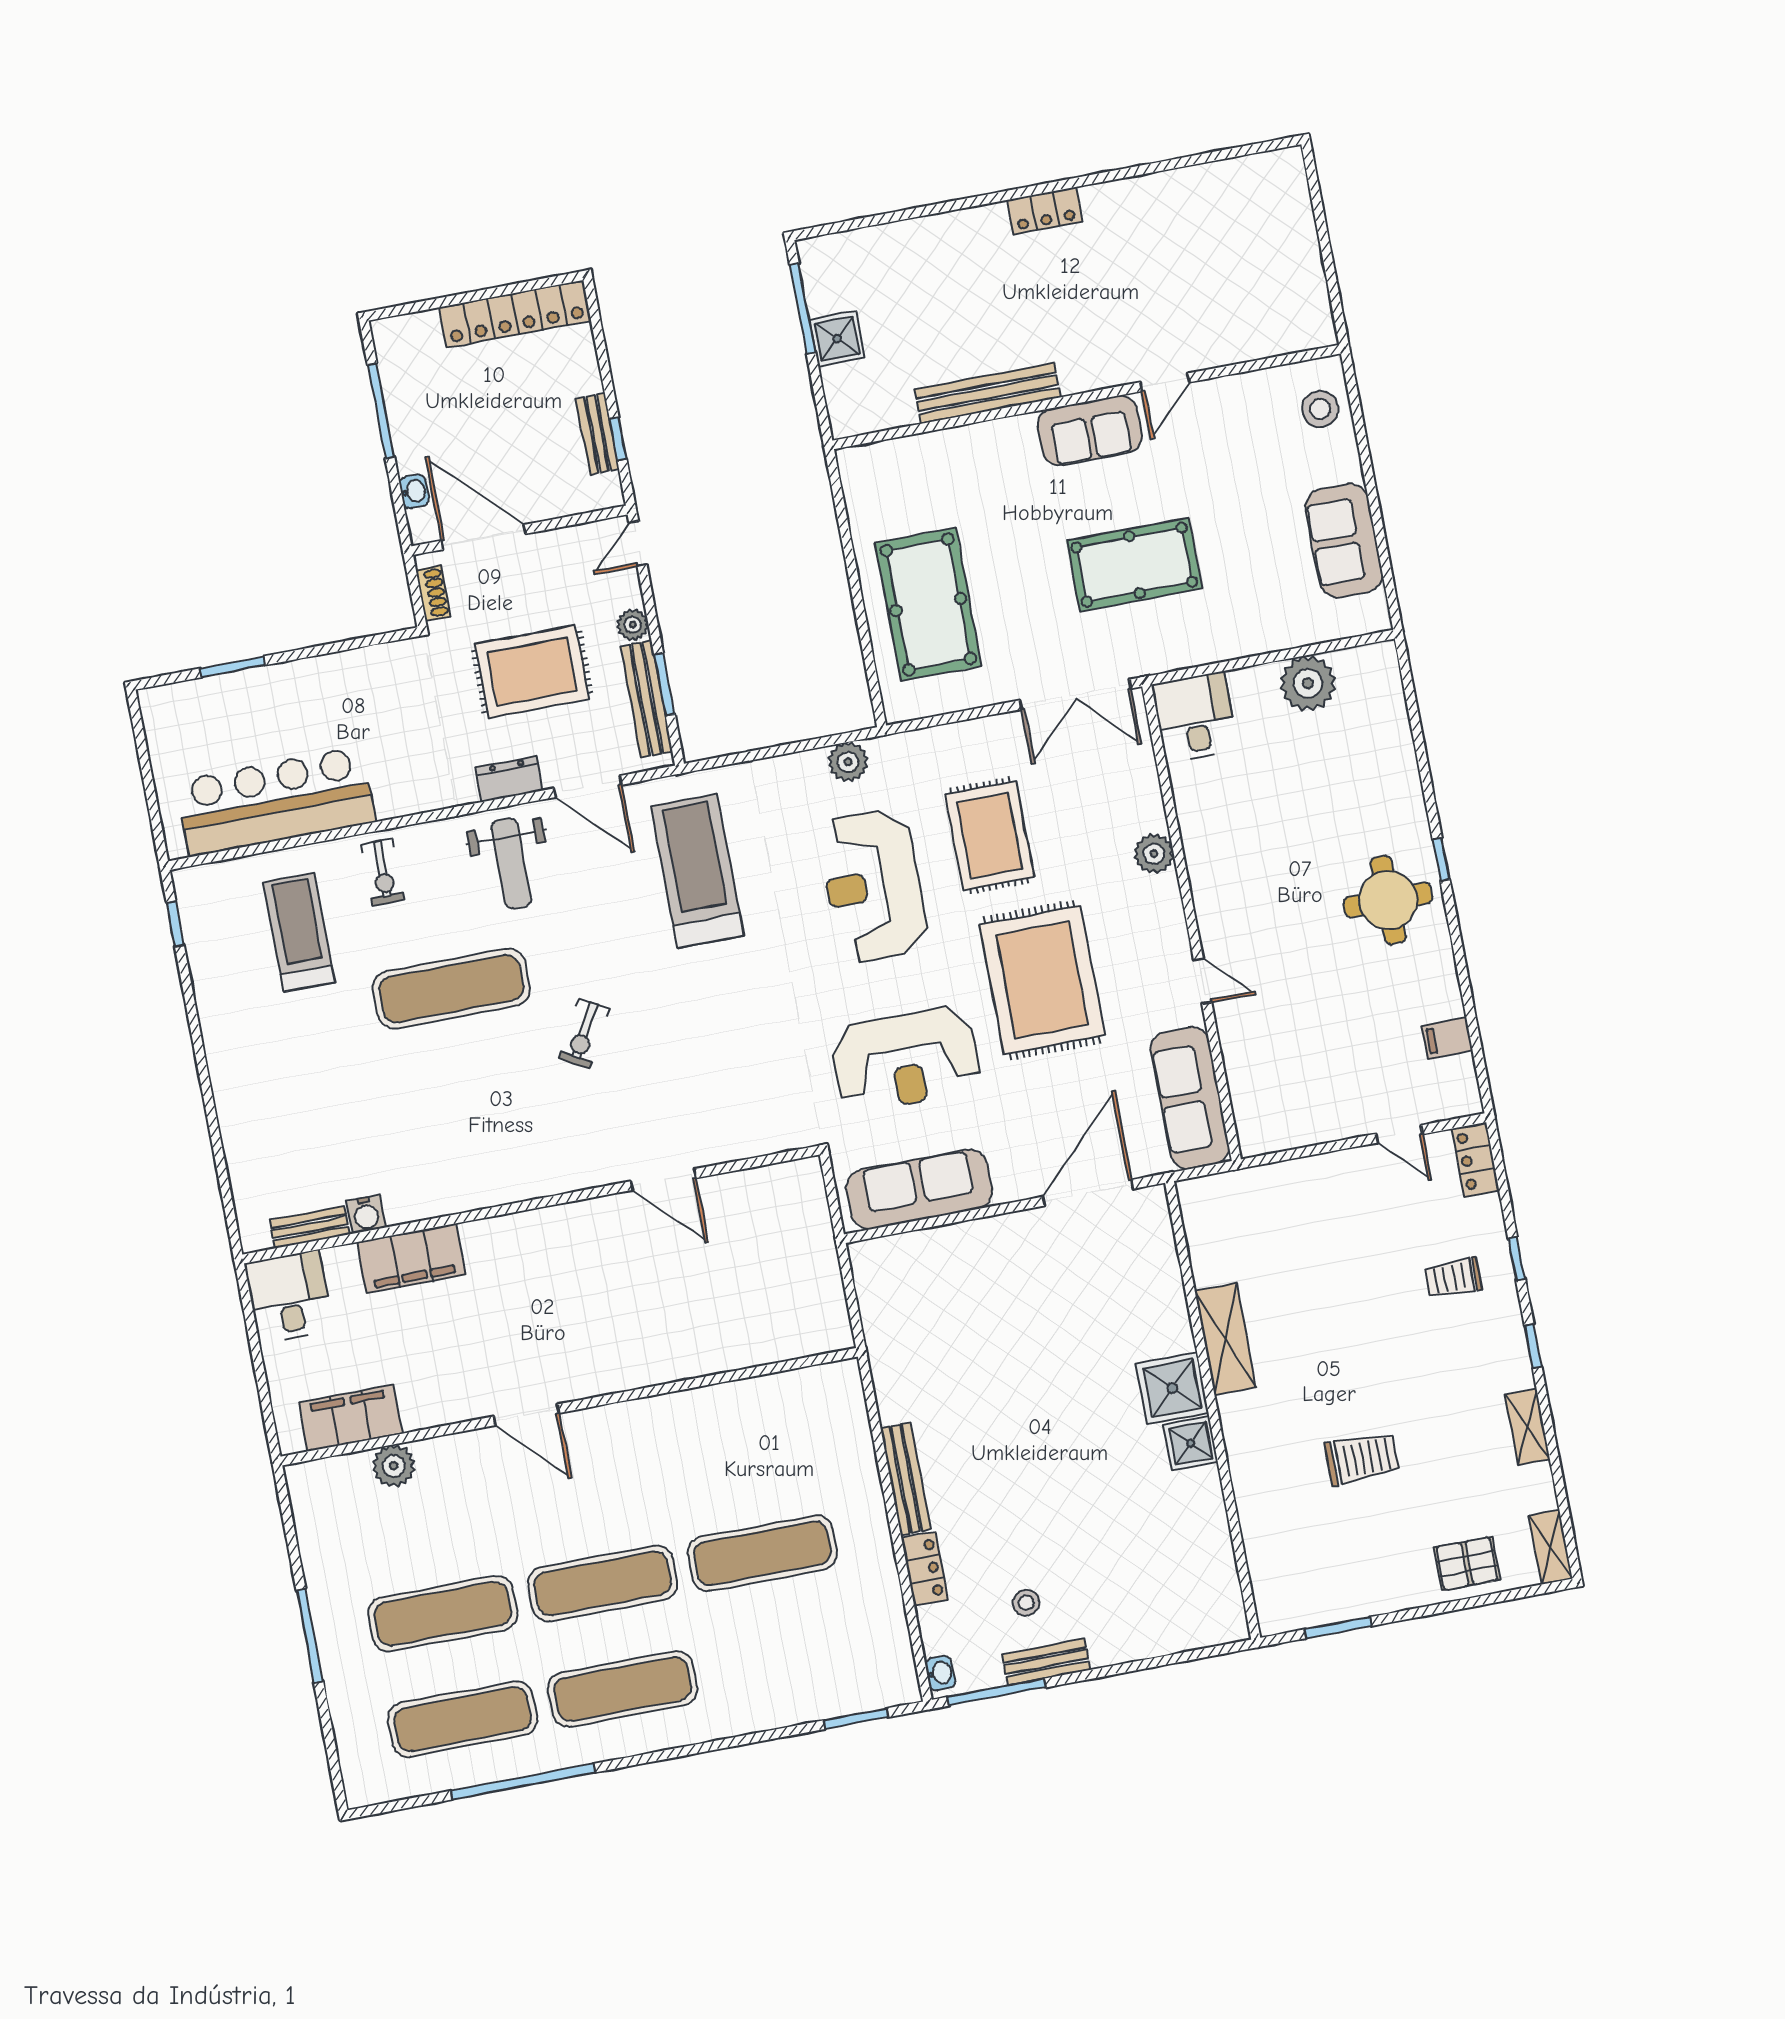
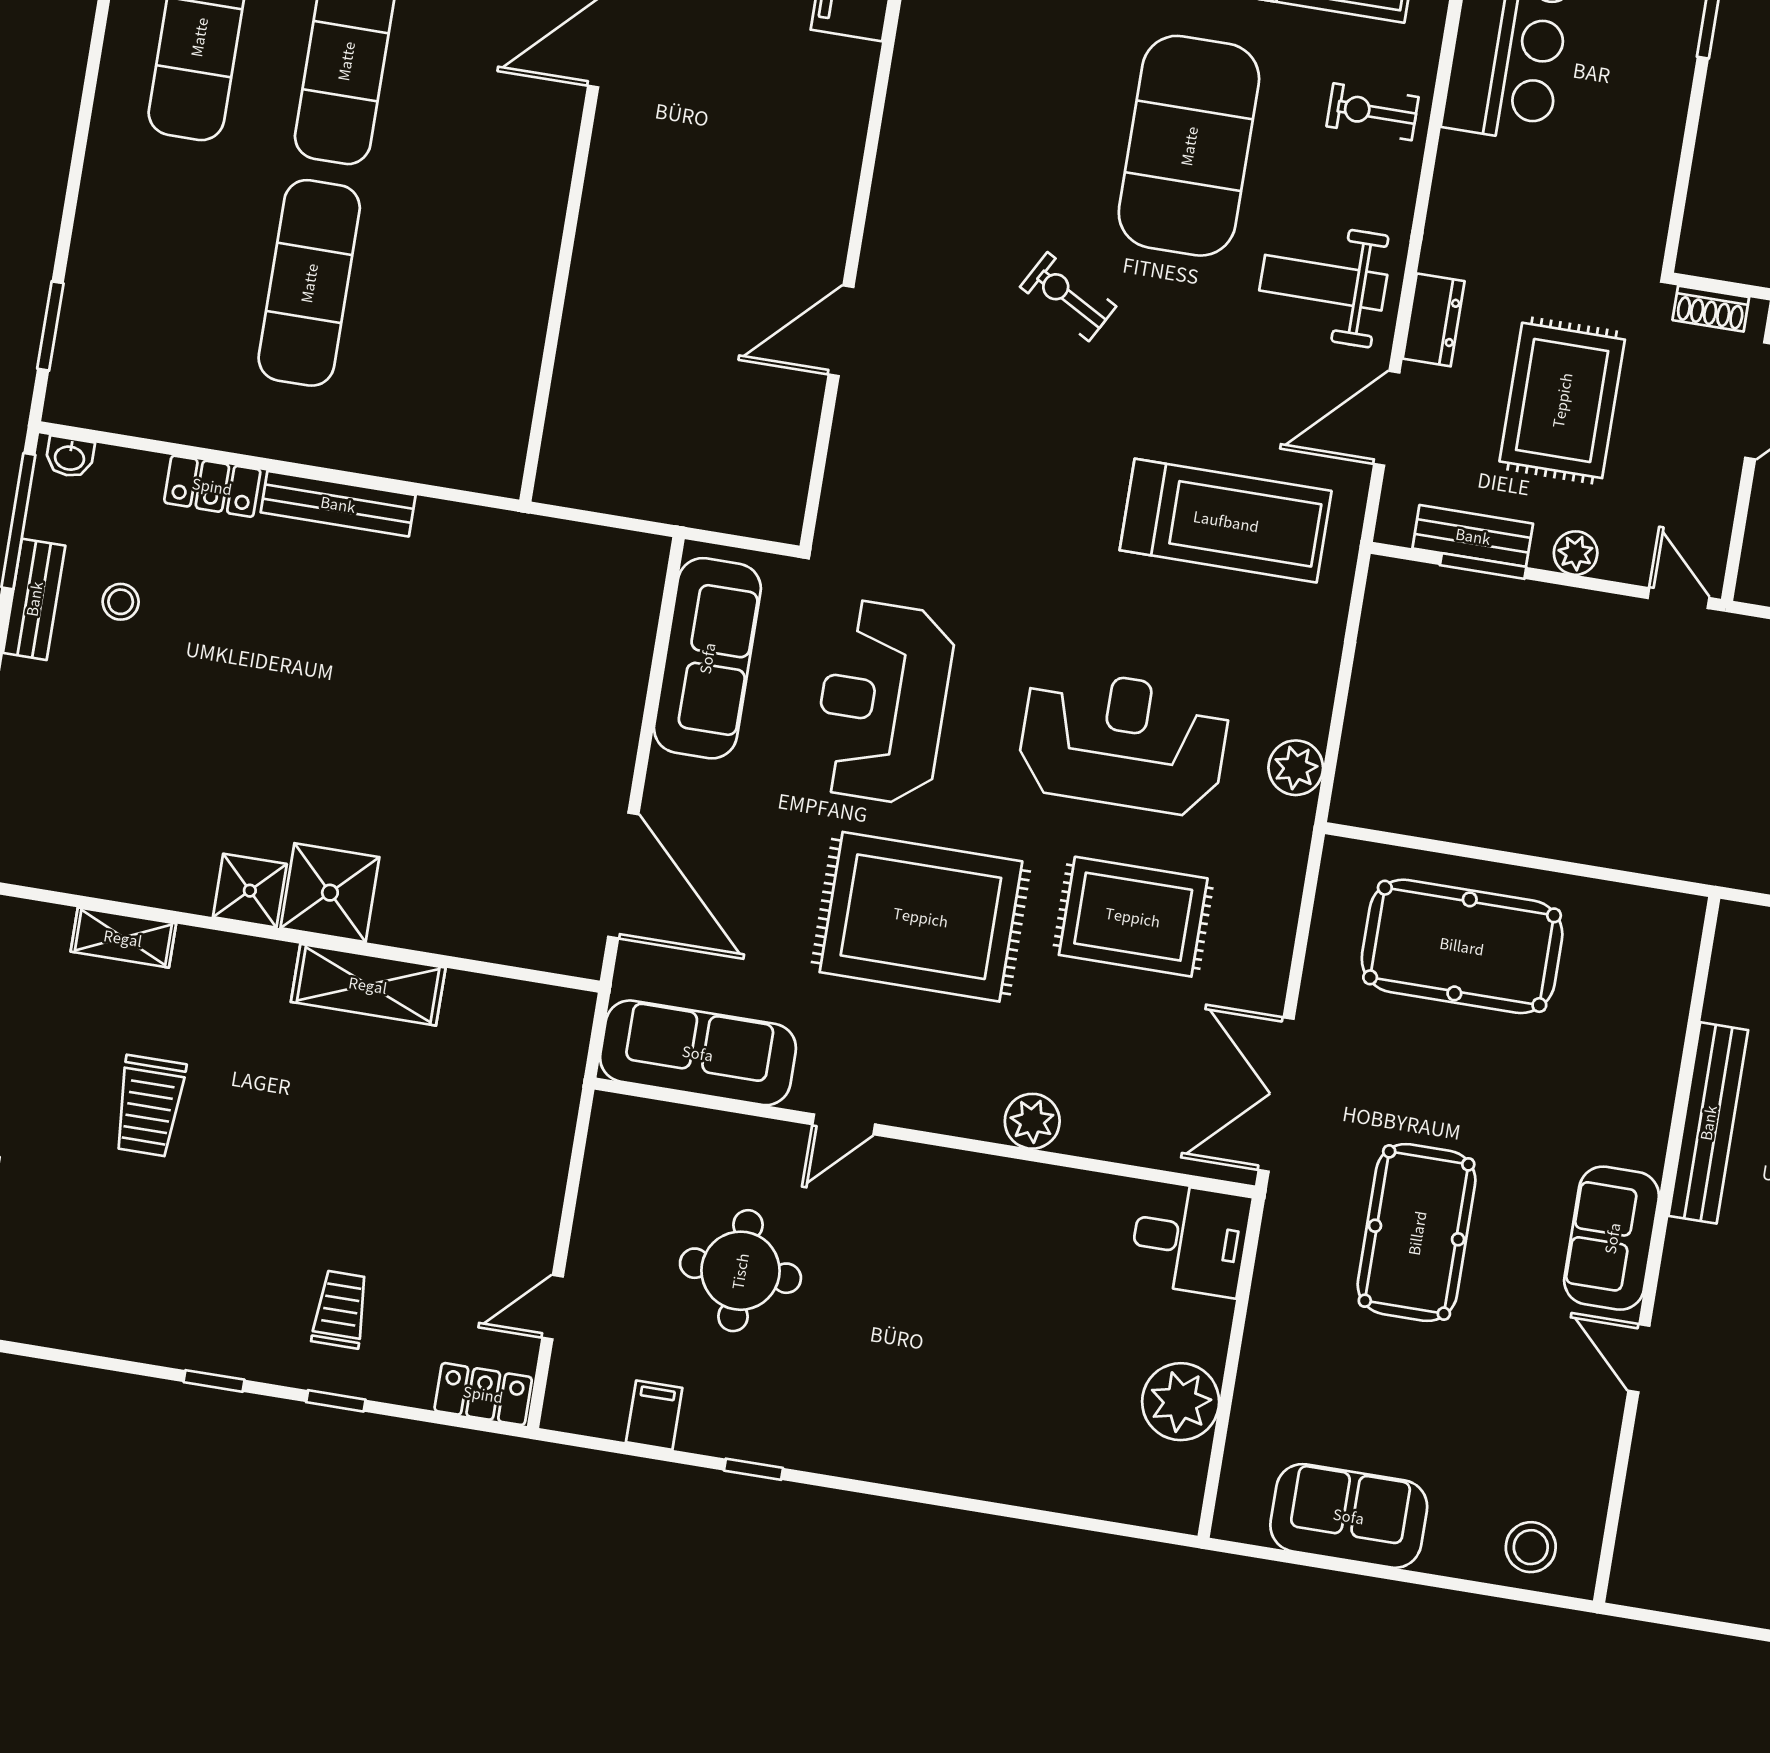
bench: (646, 699) -> (1473, 536), width x0.73
window: (1441, 859) -> (753, 1469), moved
round table: (1388, 900) -> (740, 1271), moved
exercise mat: (451, 989) -> (1189, 146), width x1.47
shelving: (1527, 1427) -> (123, 938), moved

